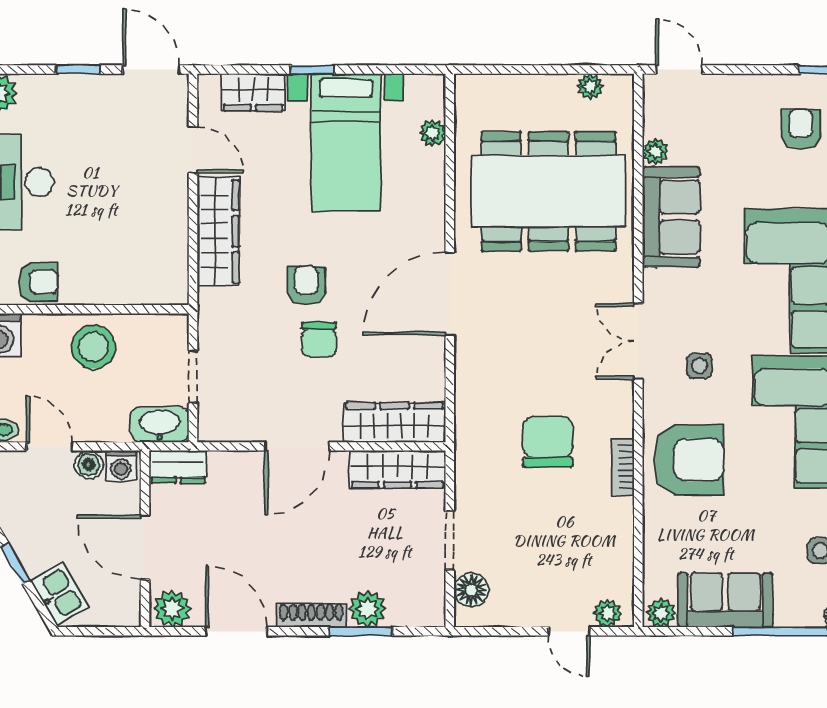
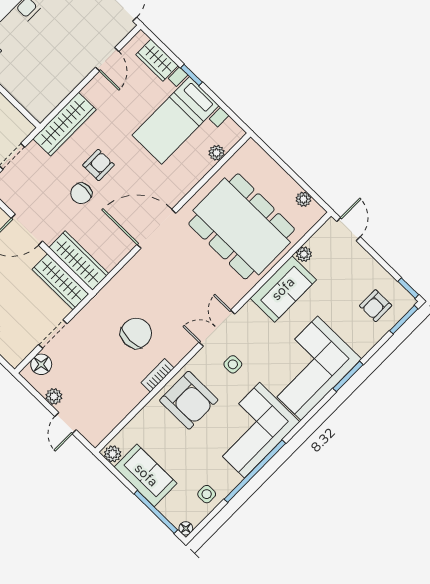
armchair: (801, 129) -> (376, 306), turned 180
wardrobe: (218, 231) -> (65, 124), moved
plant: (607, 613) -> (54, 396), moved

